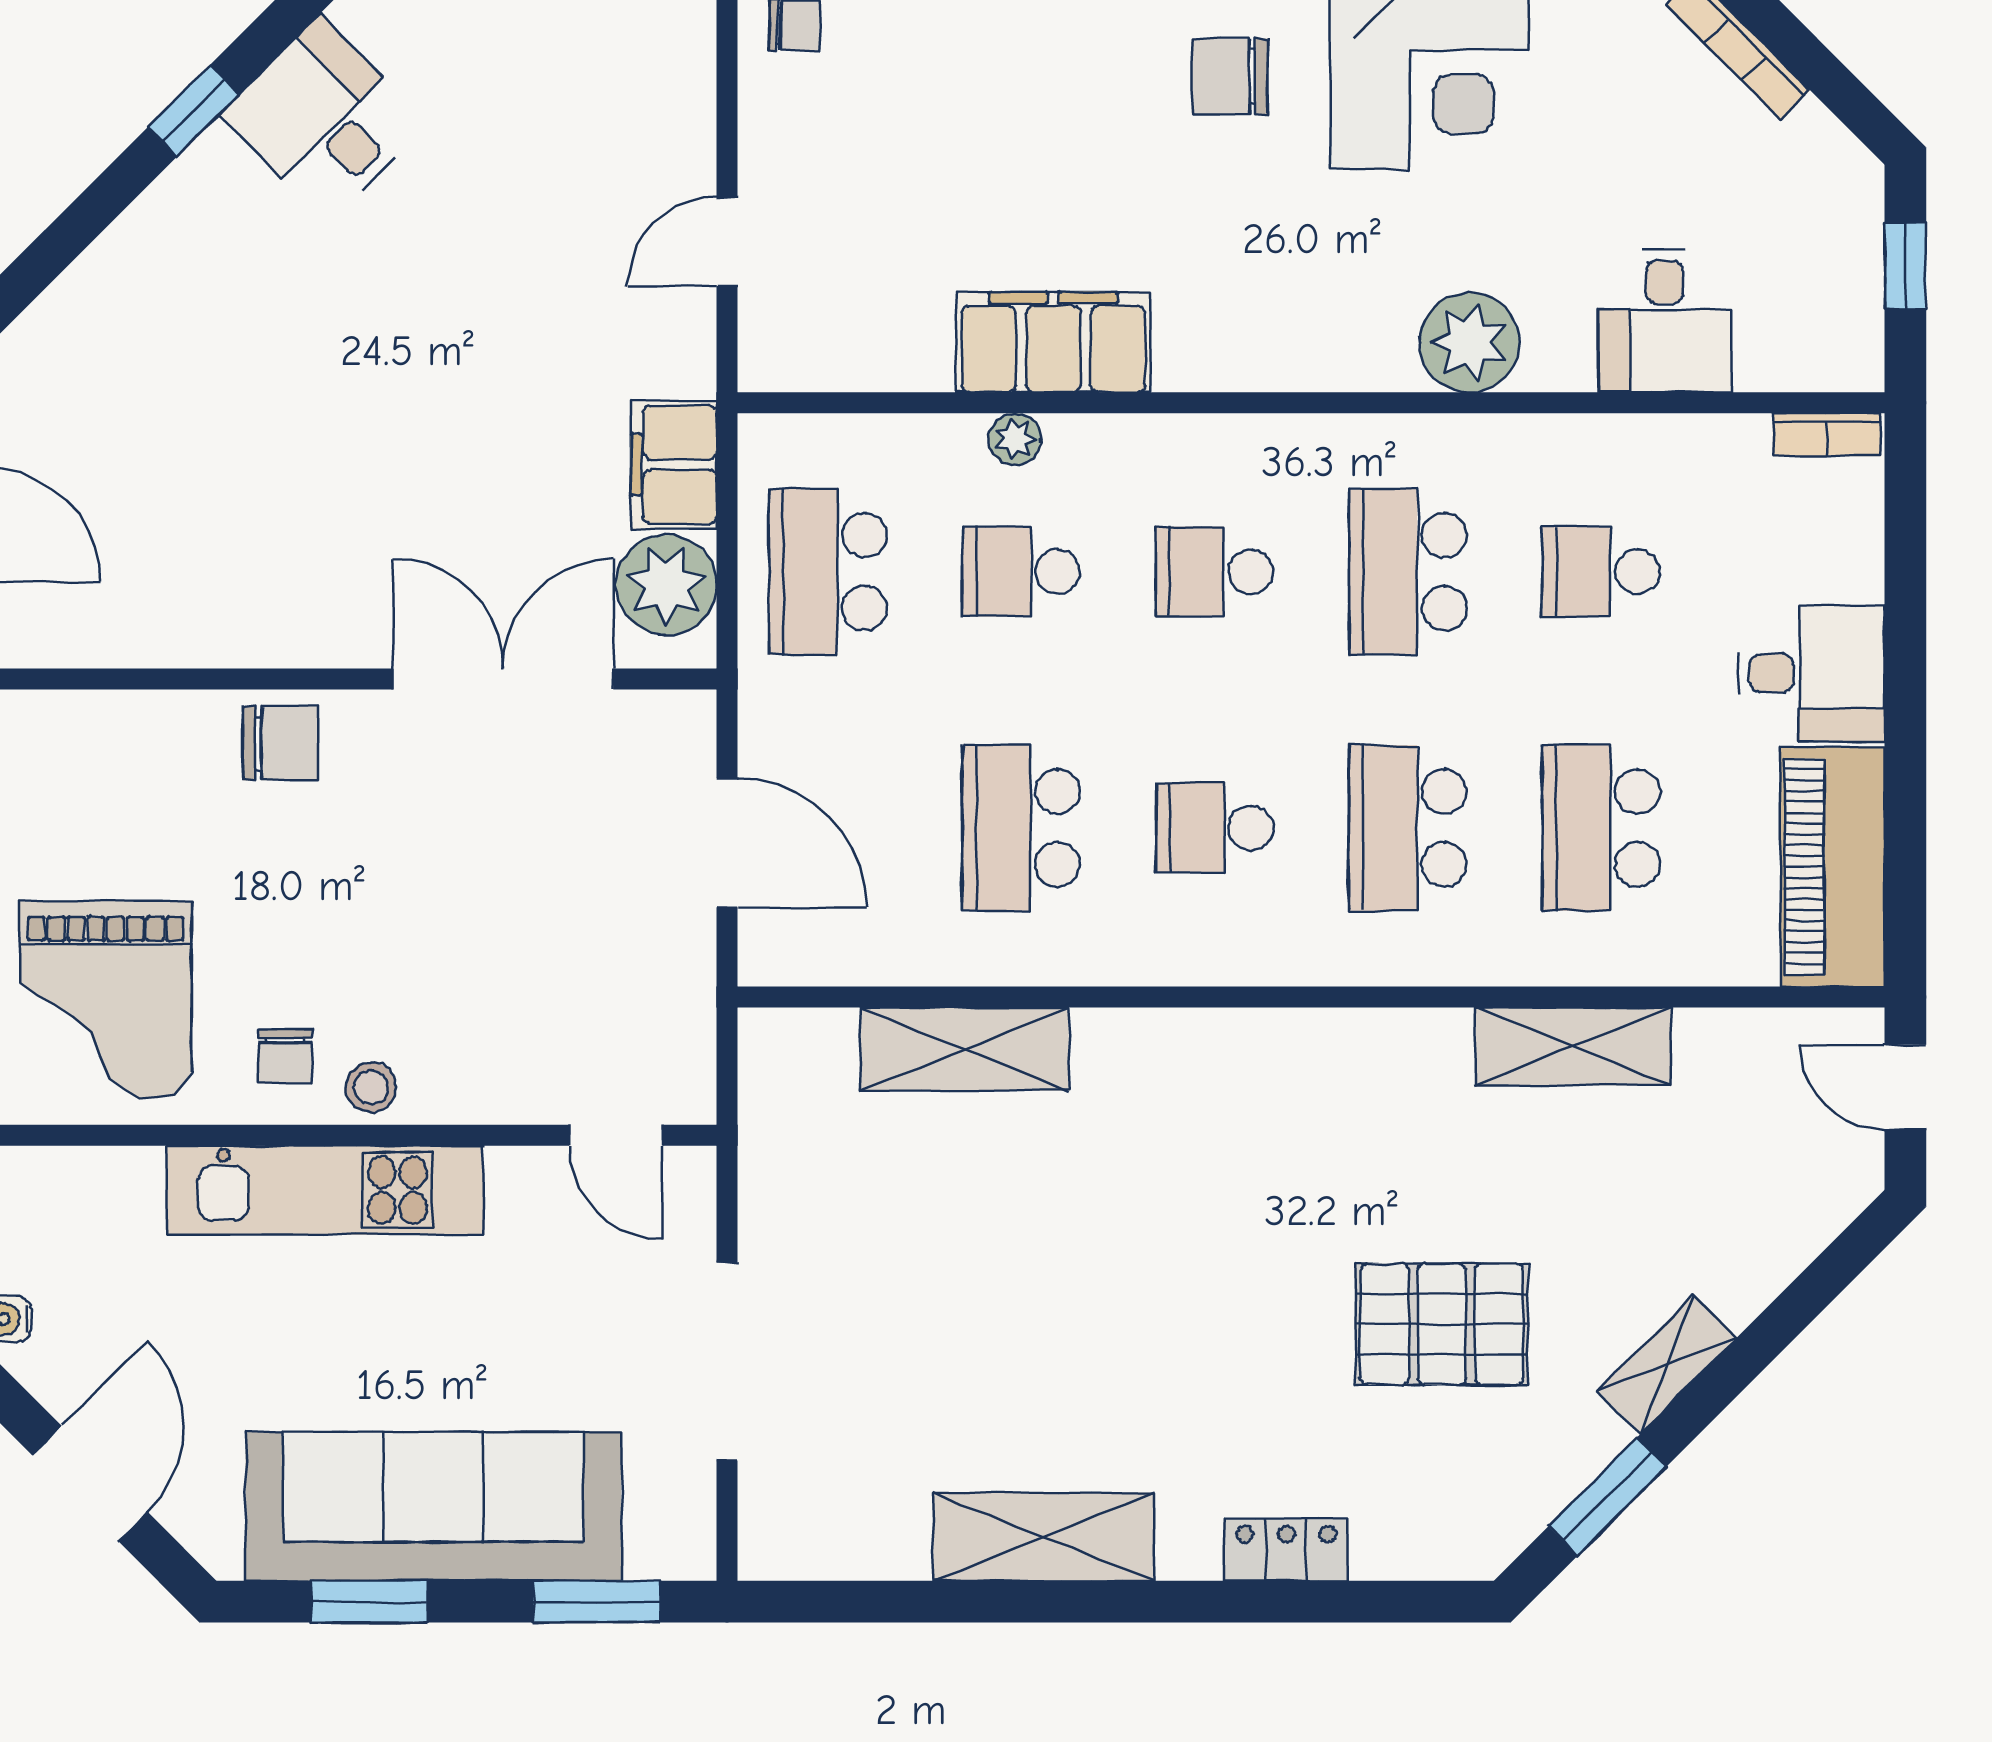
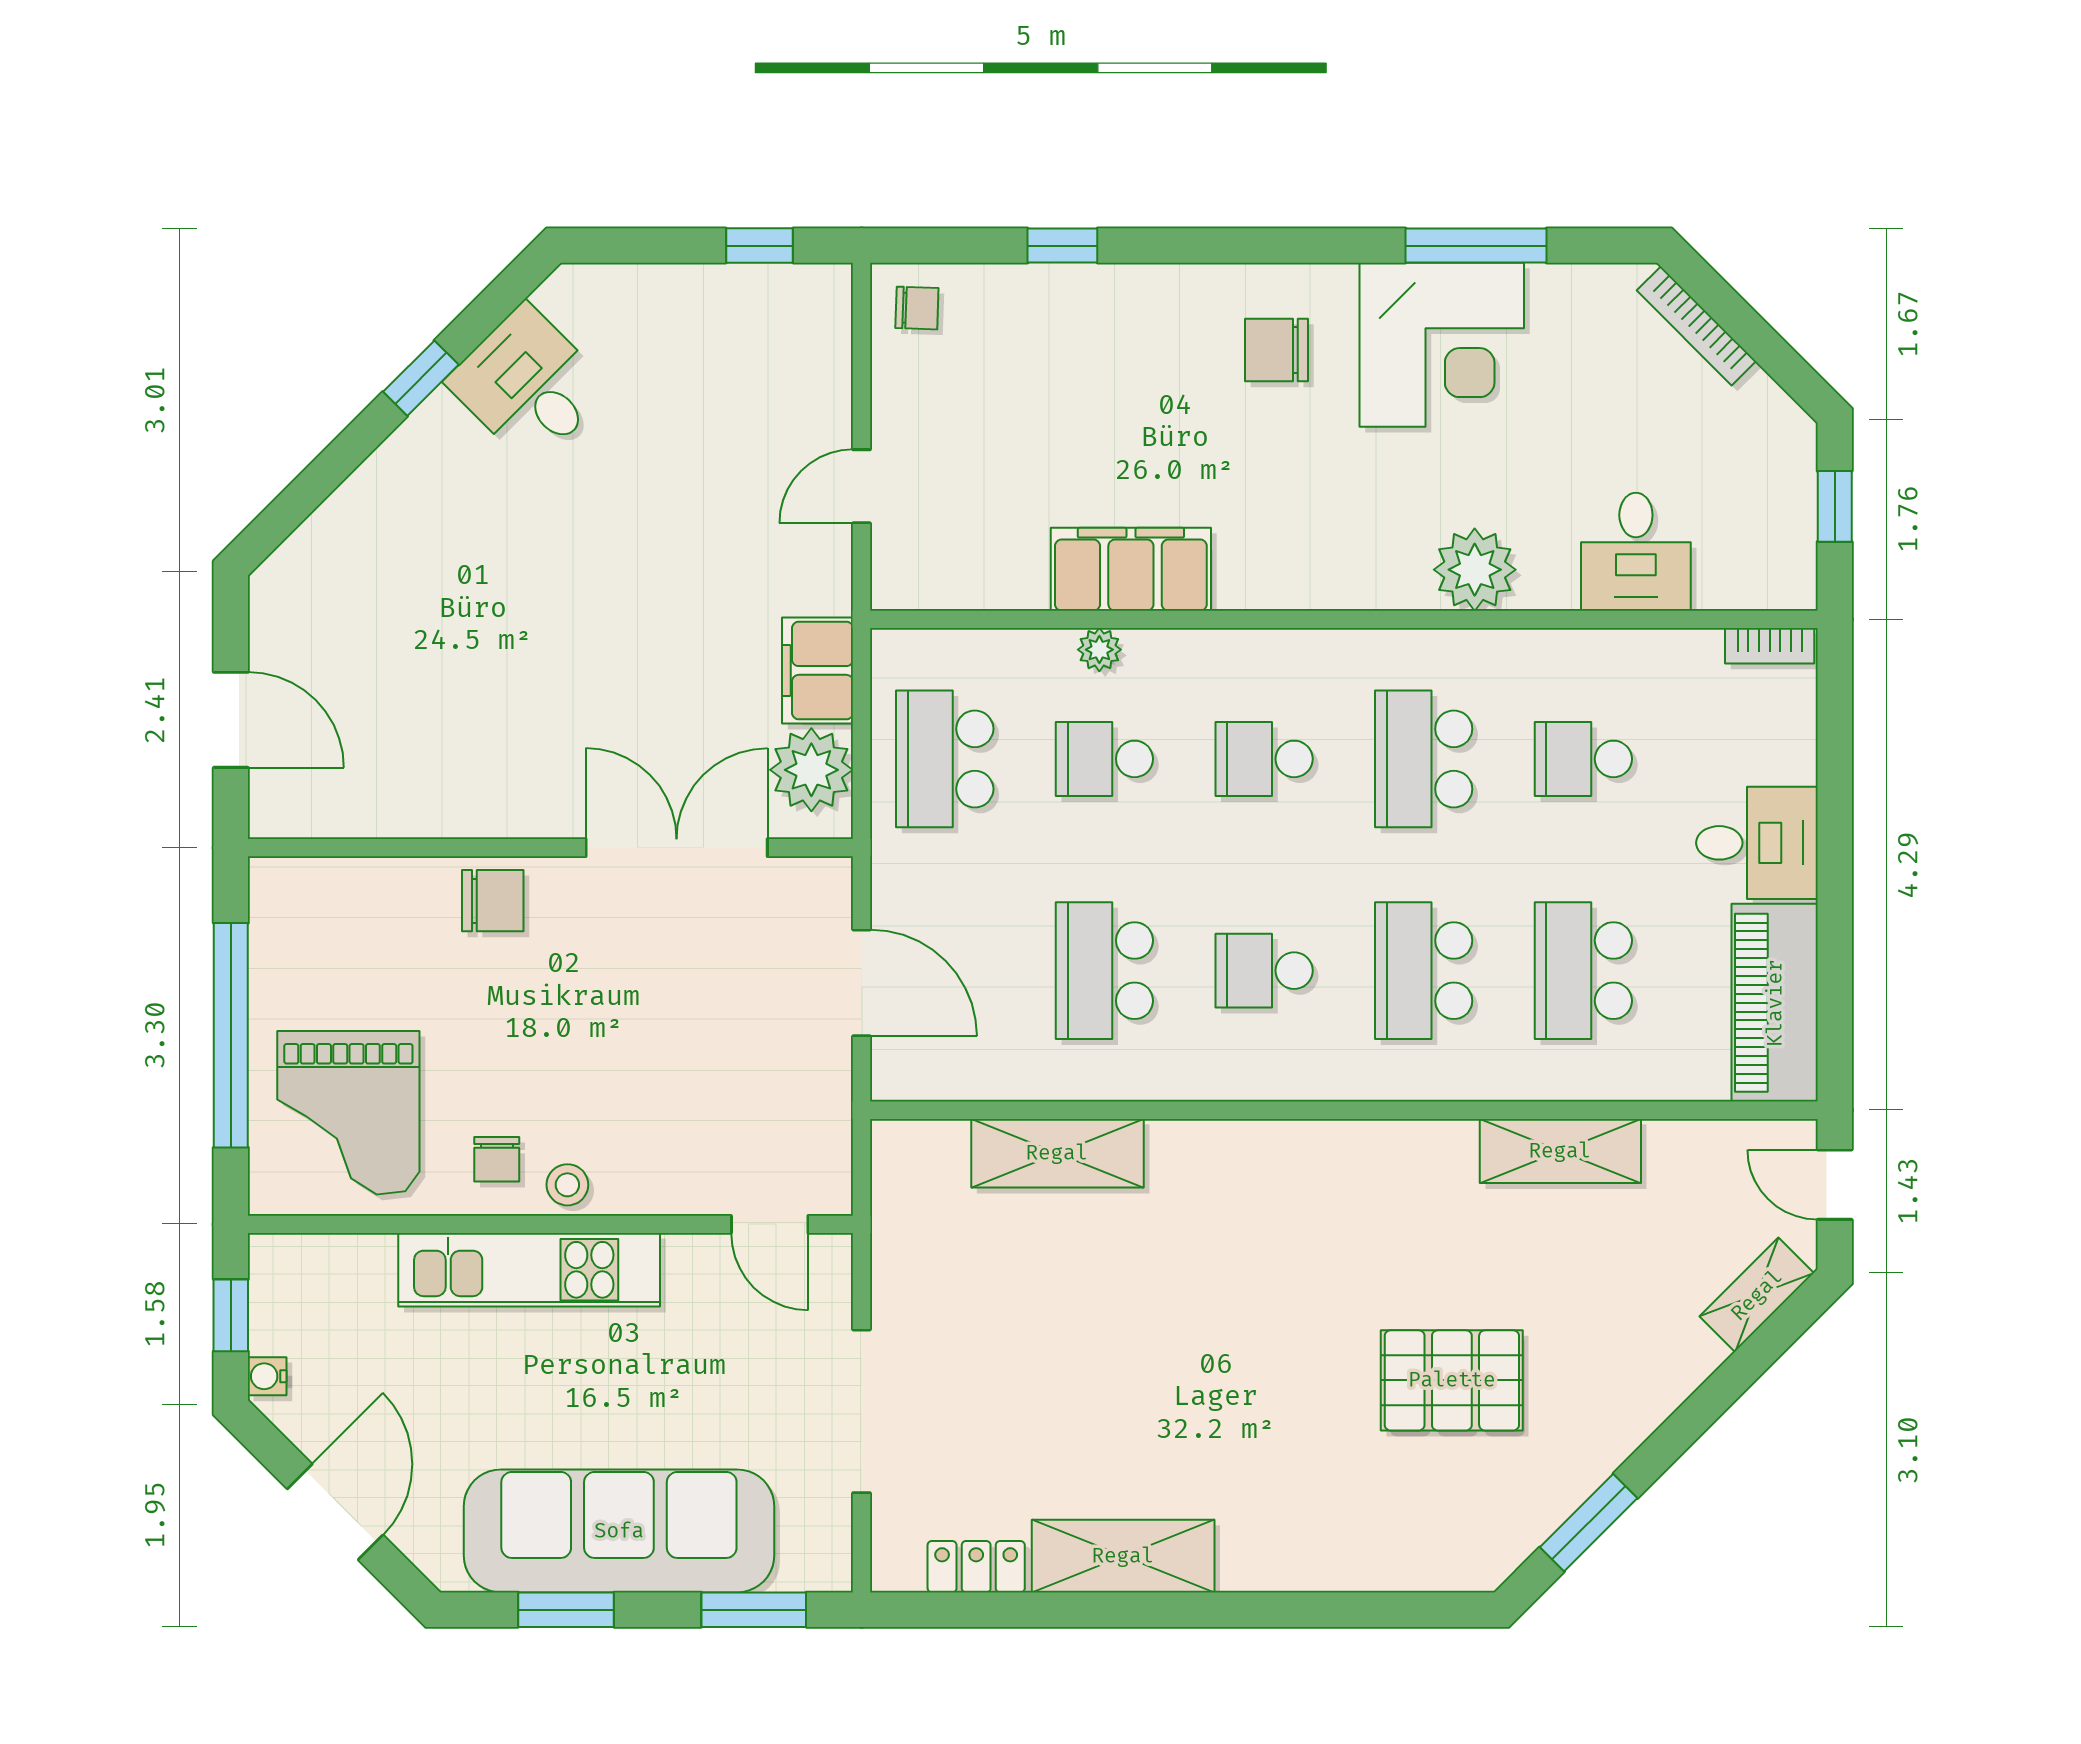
shelving: (1667, 1365) -> (1757, 1295), moved
locker: (1286, 1550) -> (976, 1567), moved

